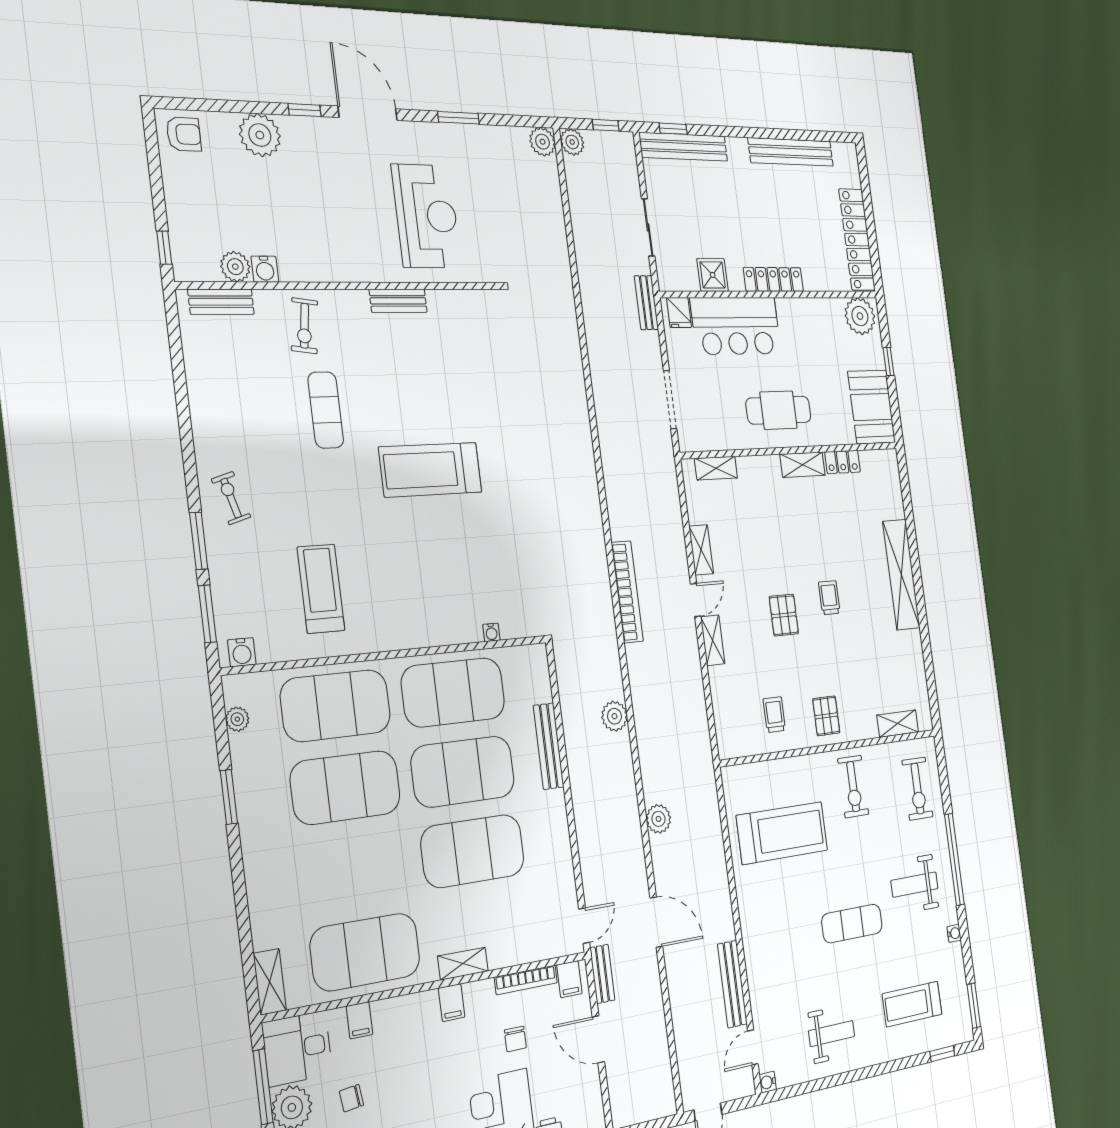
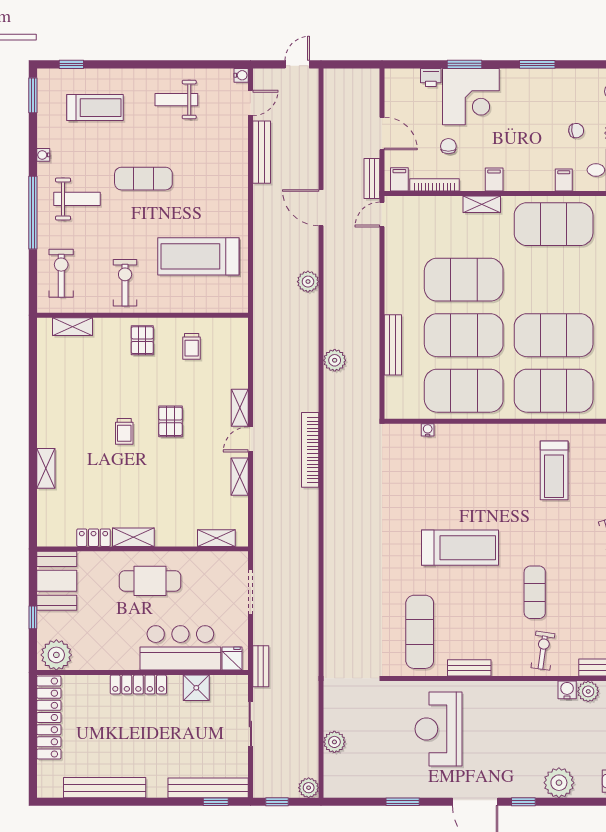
plant: (542, 142) -> (334, 742), moved
exercise mat: (467, 351) -> (420, 632), added
shelving: (901, 575) -> (46, 468), width x0.45, depth x0.75

